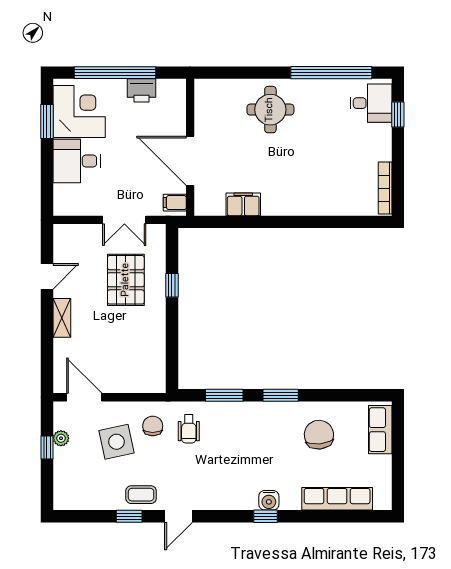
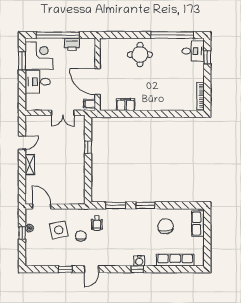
pallet: (126, 280) -> (64, 144), removed
chair: (153, 426) -> (81, 236), moved
coffee table: (141, 495) -> (72, 258), removed

